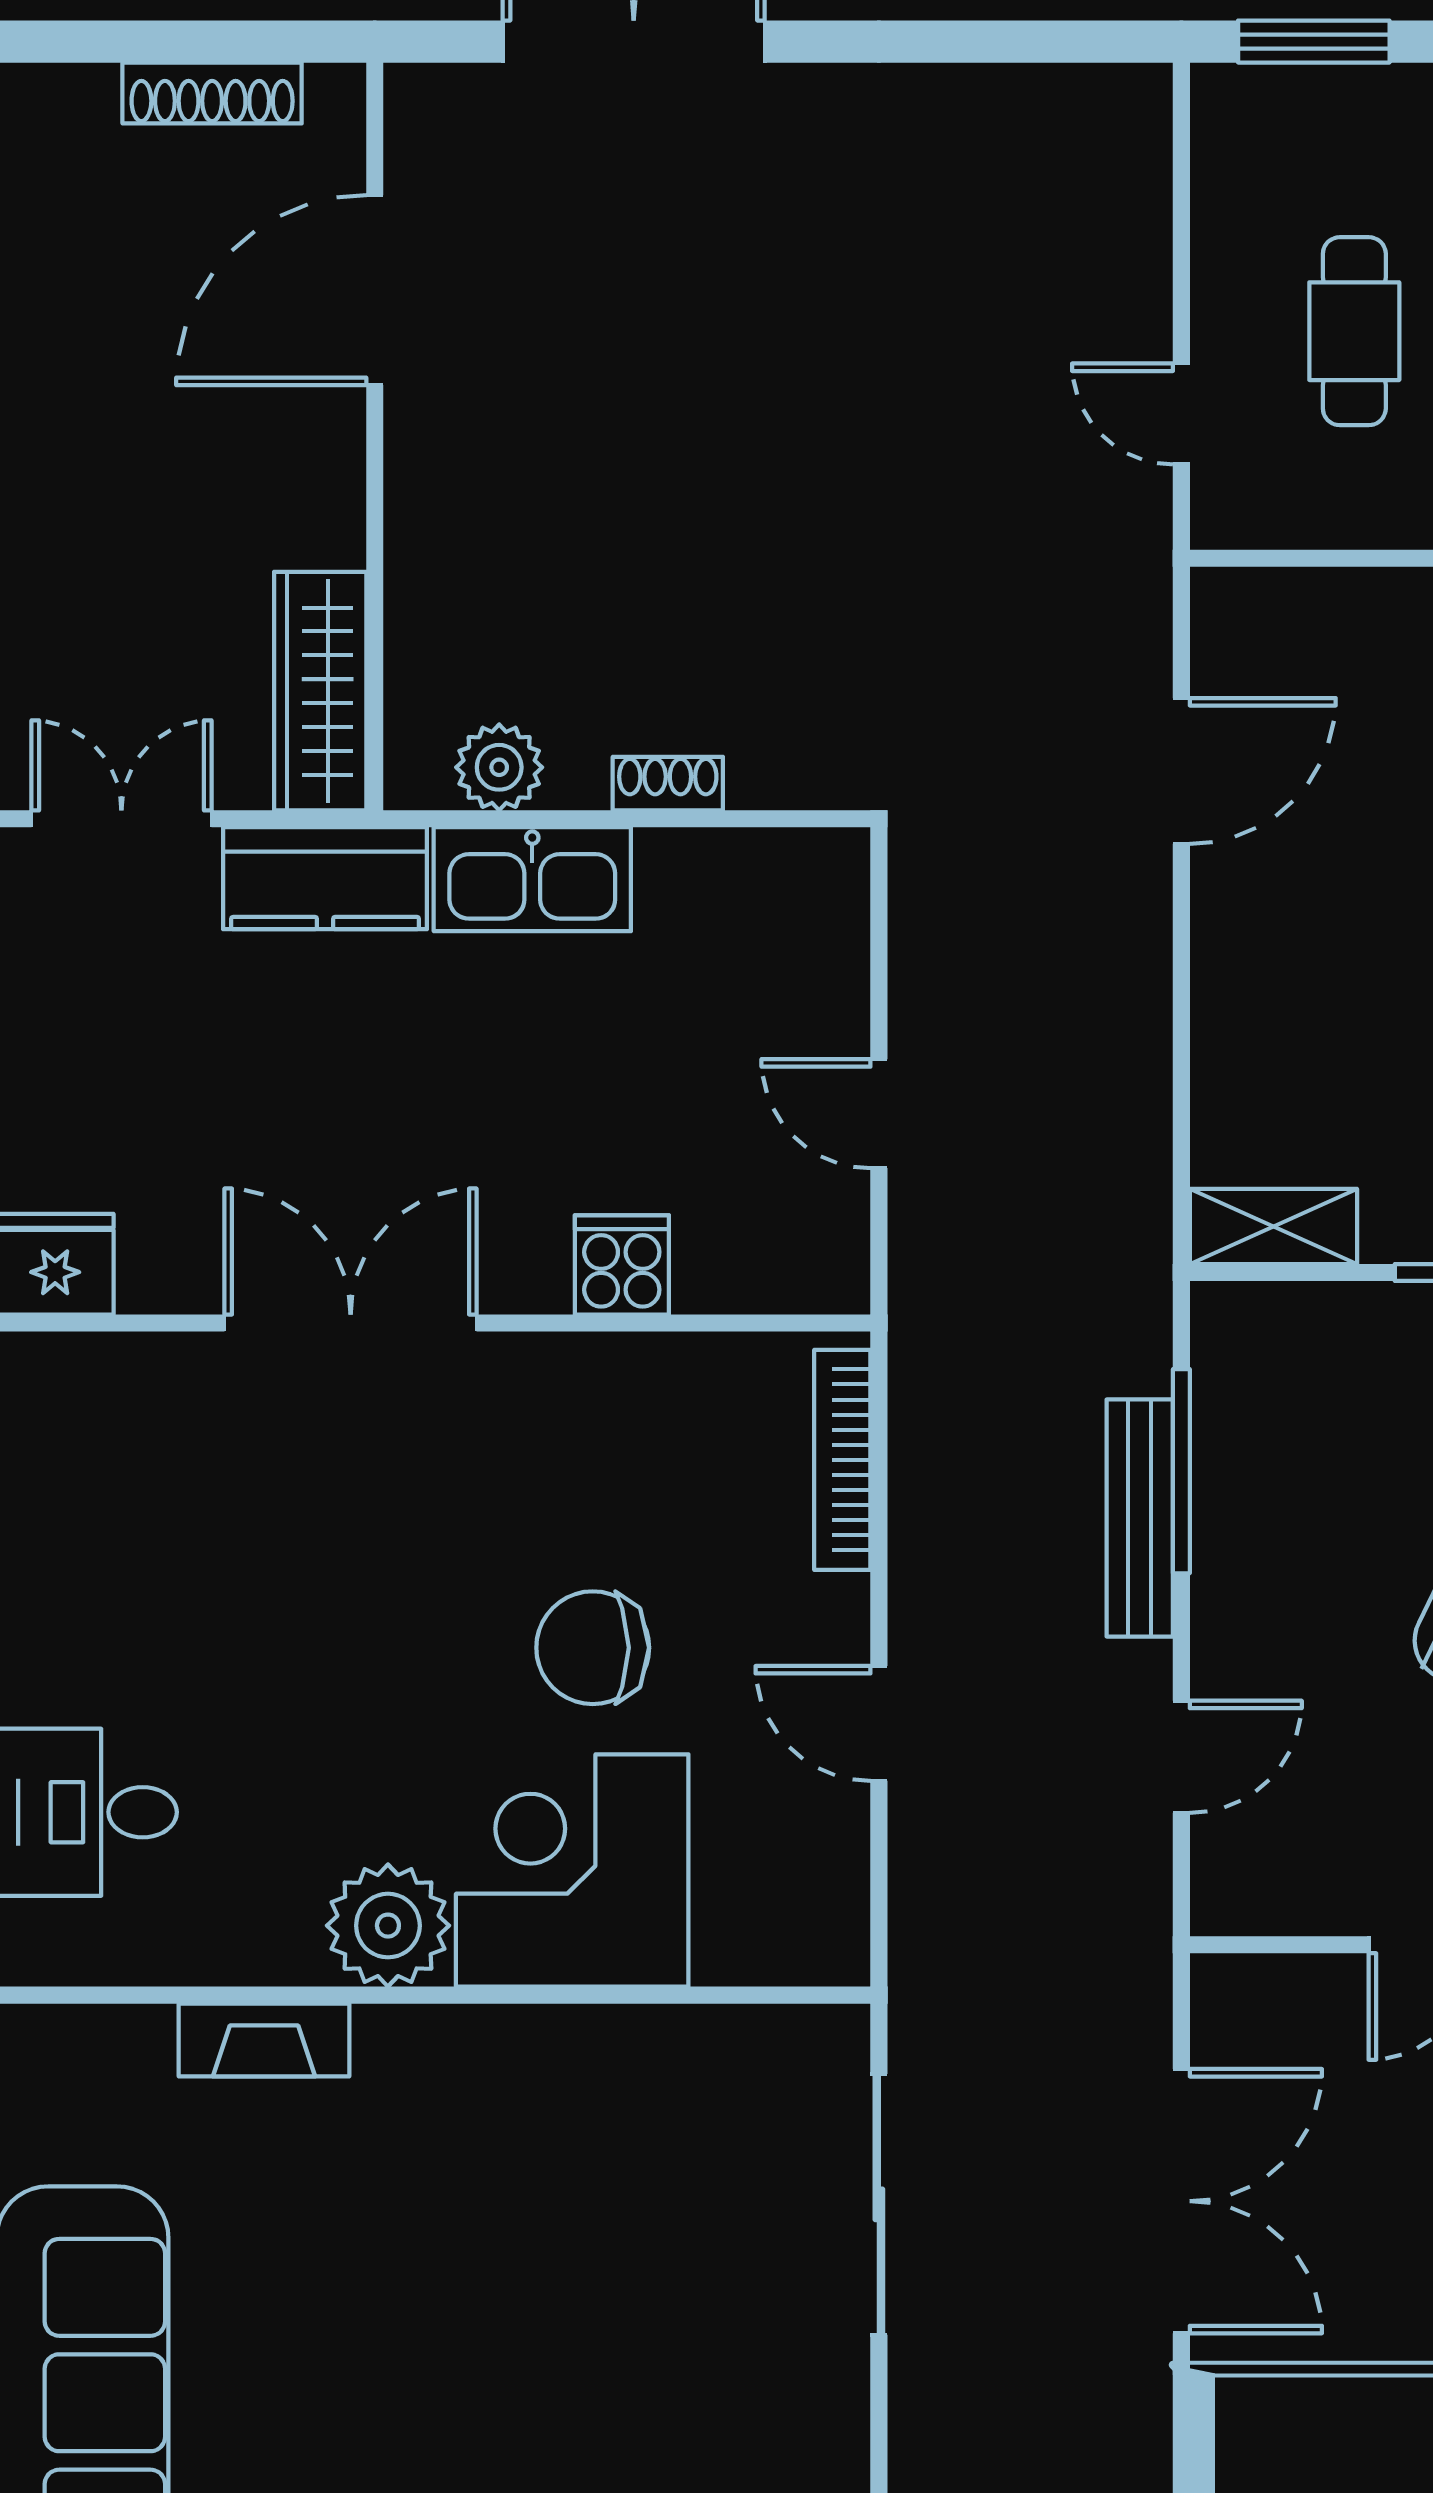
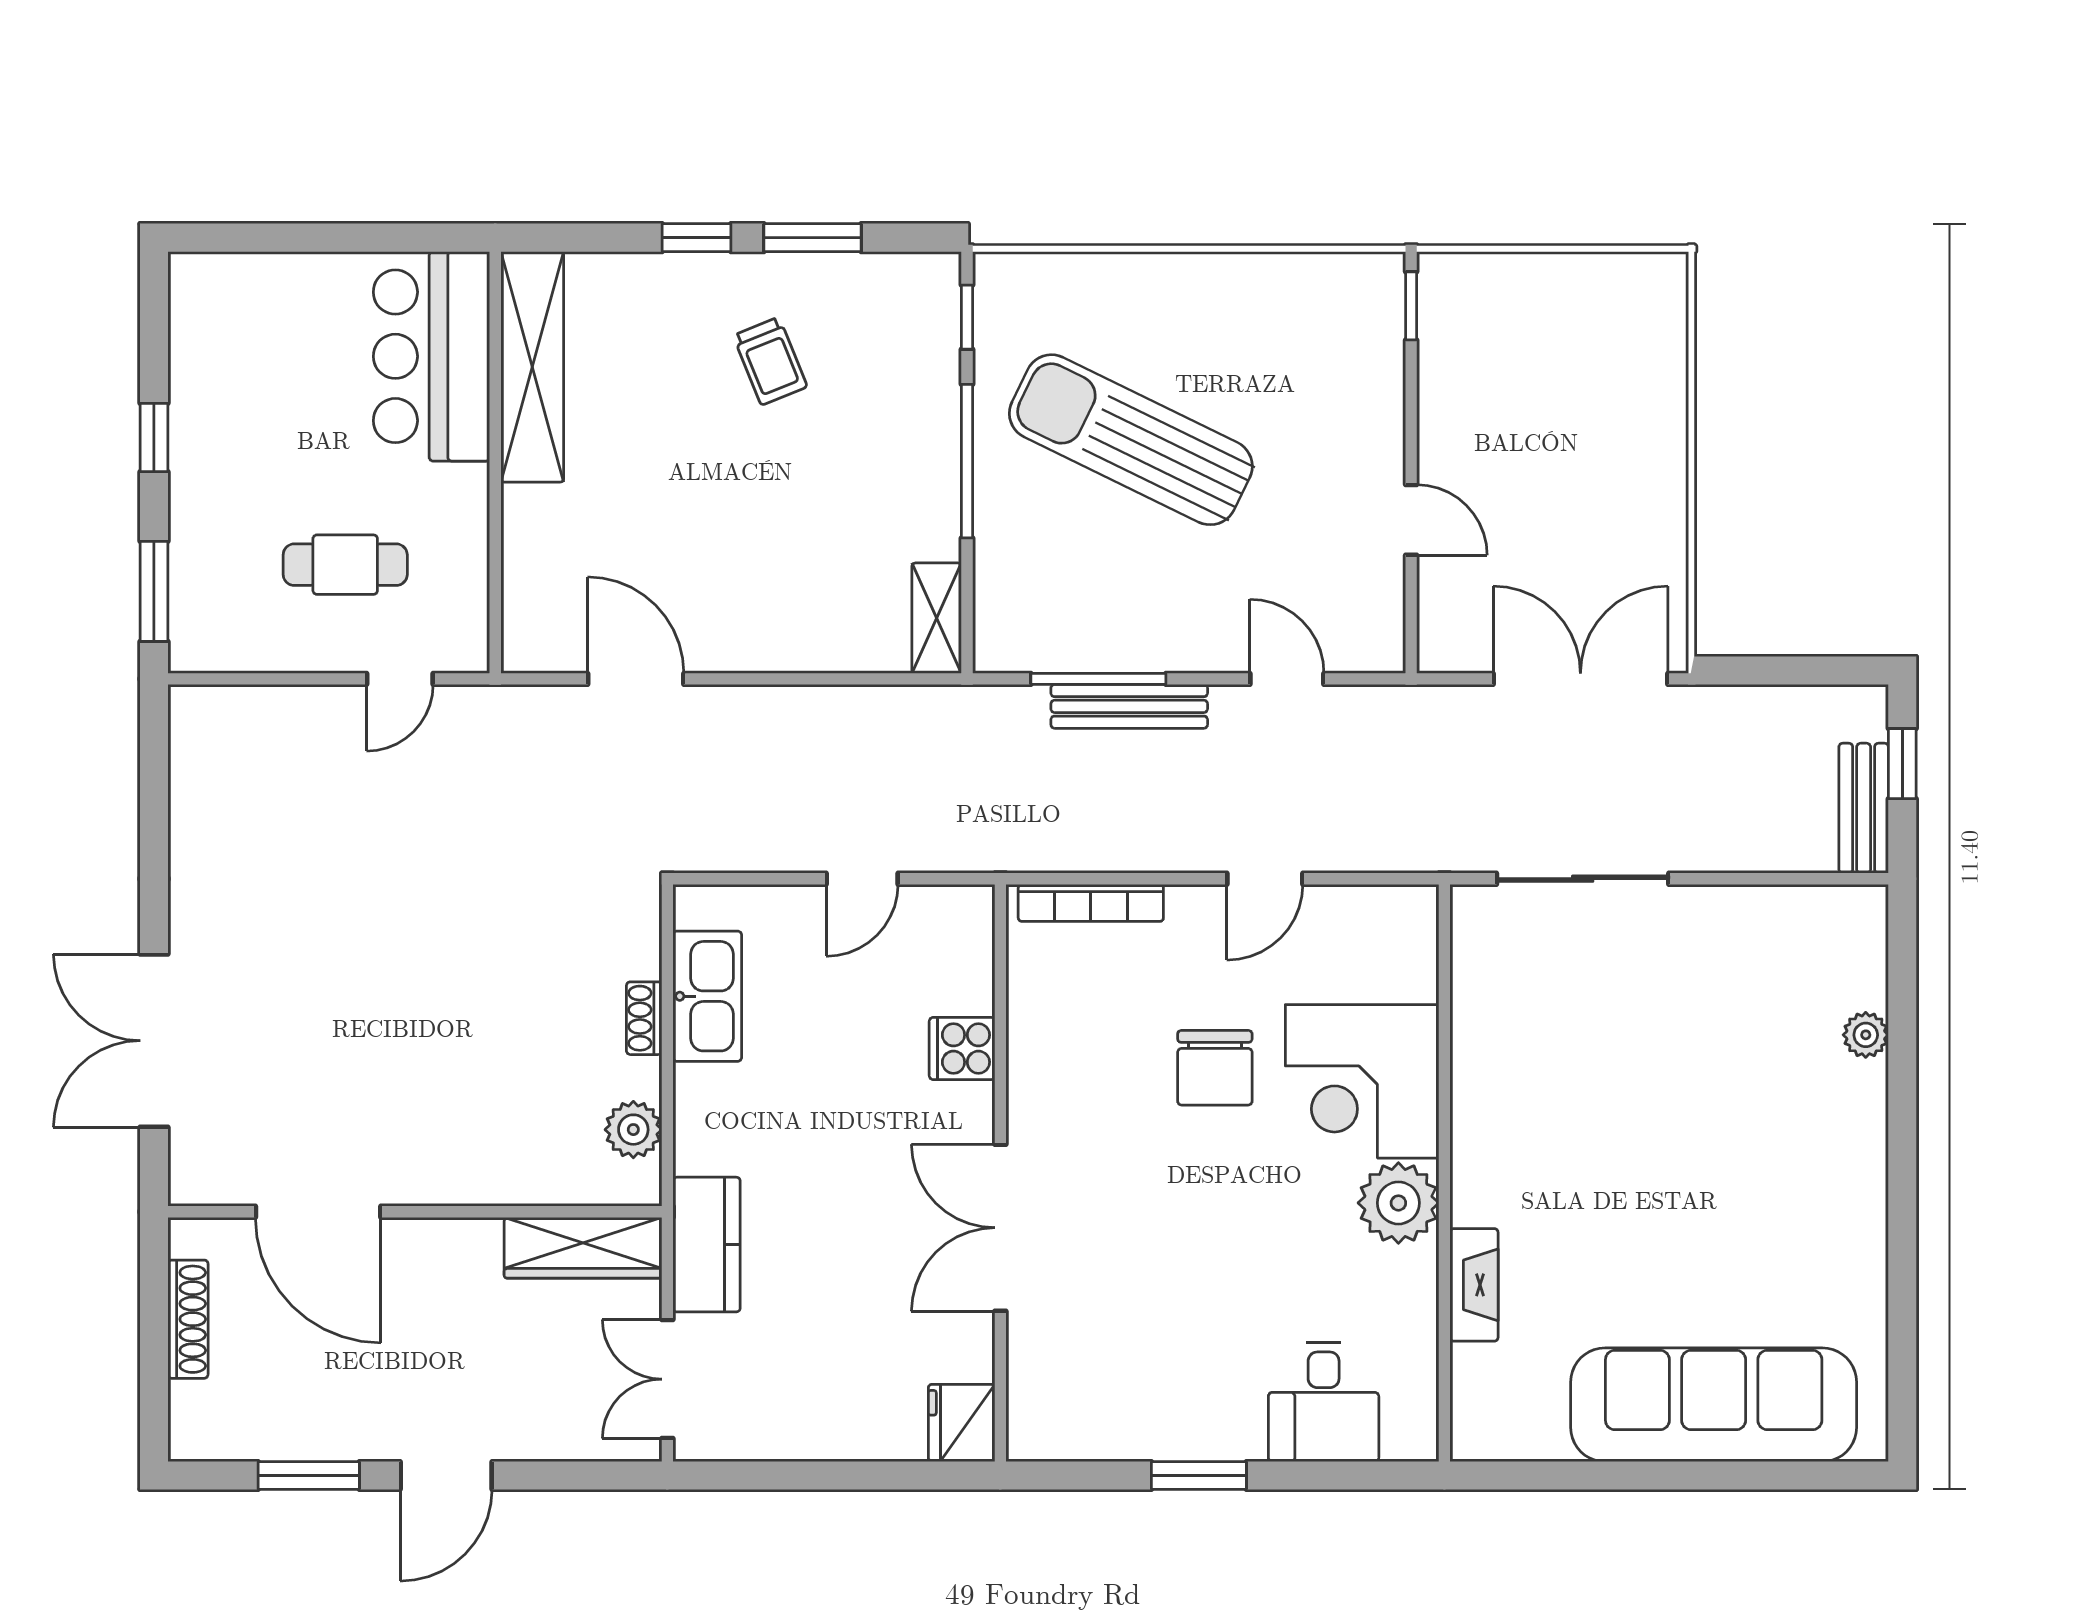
kitchen sink: (532, 879) -> (707, 996), moved

